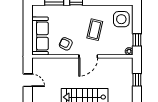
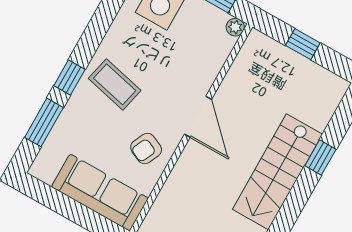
coffee table: (95, 30) -> (115, 84), moved

